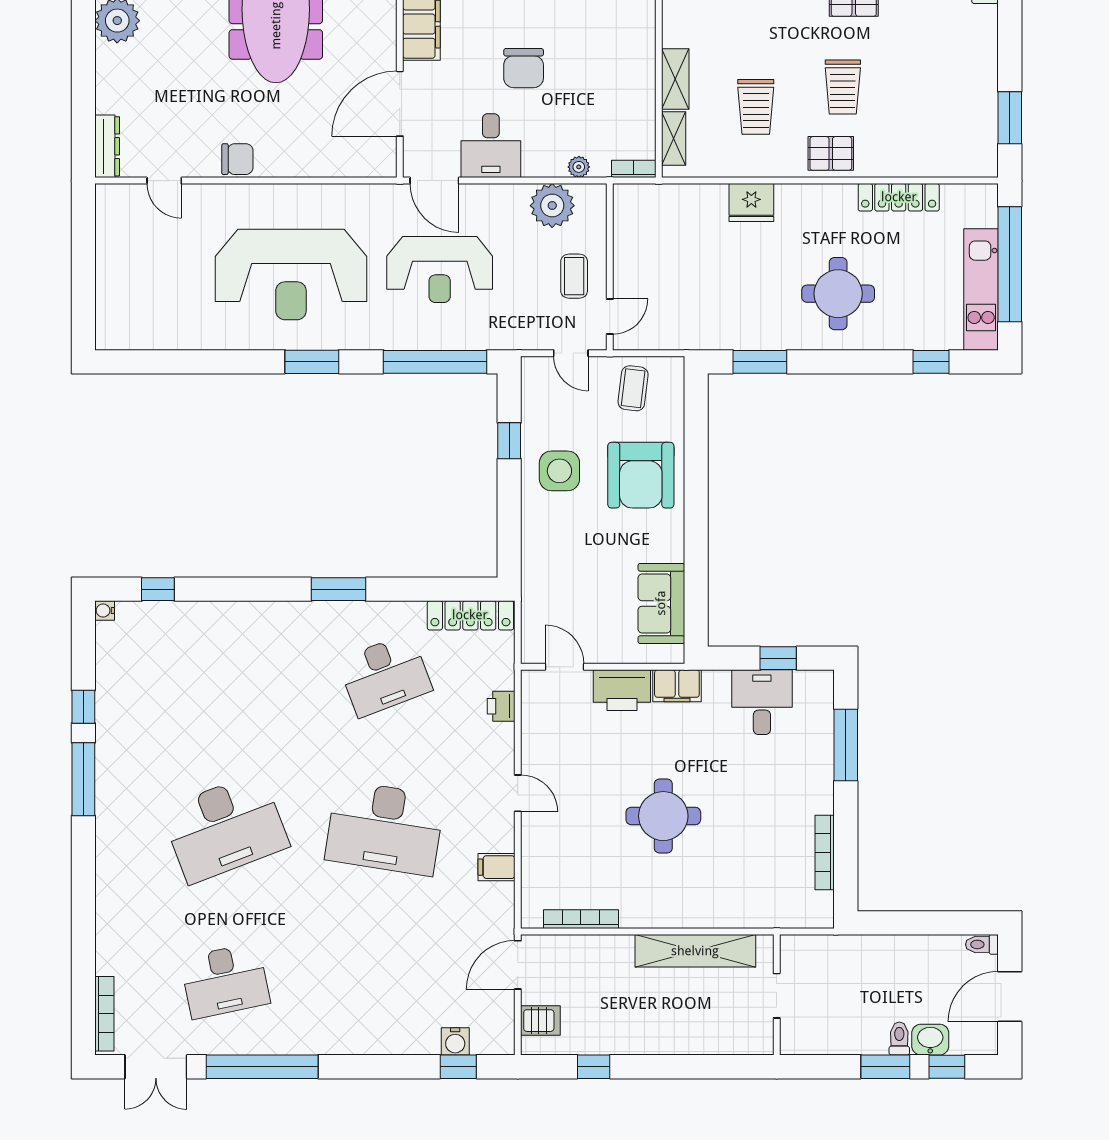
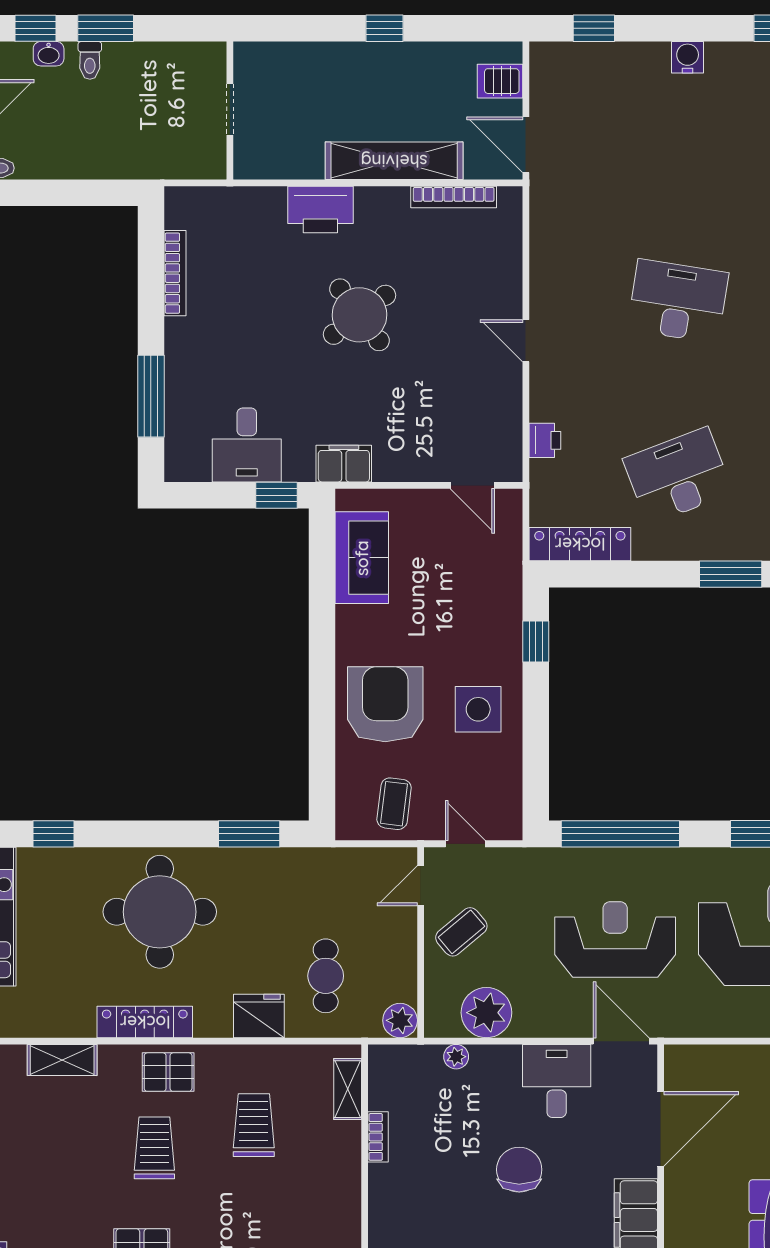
shelving: (675, 79) -> (62, 1060), moved, turned 90
bookcase: (634, 169) -> (378, 1137), moved, turned -90
locker: (899, 197) -> (145, 1022), moved
plant: (628, 199) -> (400, 1020), added
cafe table: (693, 238) -> (326, 976), added
coffee table: (574, 276) -> (461, 932), turned 50
round table: (838, 294) -> (160, 912), width x1.36, depth x1.36
window: (509, 441) -> (536, 642), moved
window: (778, 658) -> (276, 495), moved
printer: (622, 690) -> (320, 209), moved, turned 180
round table: (663, 816) -> (359, 315), turned -37
desk: (385, 828) -> (678, 301), width x0.73, depth x0.77
filing cabinet: (497, 867) -> (550, 256), removed
shelving: (695, 951) -> (394, 161), moved
door: (518, 965) -> (526, 145), swing flipped
washbasin: (930, 1040) -> (49, 54), width x0.72, depth x0.69
water cooler: (455, 1041) -> (688, 57), moved
window: (594, 1067) -> (384, 28), moved

